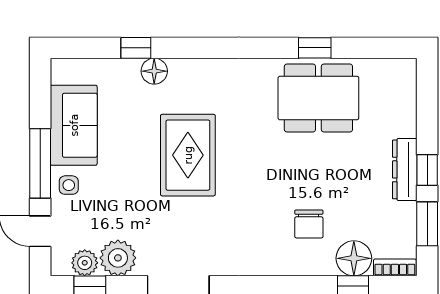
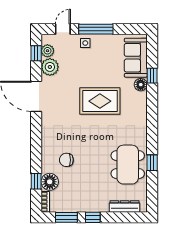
sofa: (74, 125) -> (136, 58), moved, turned 90
dresser: (405, 169) -> (125, 207), moved

